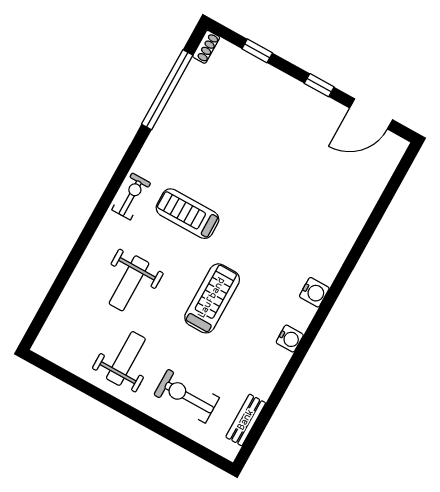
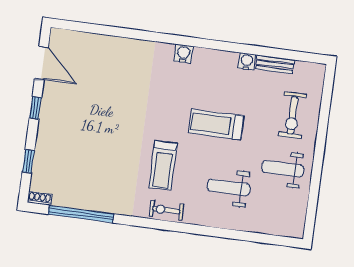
weight bench: (129, 283) -> (229, 187), turned 180
water cooler: (290, 339) -> (247, 61), moved
bench: (246, 420) -> (275, 64), moved

